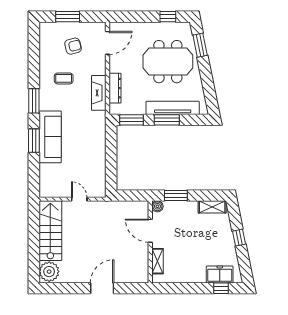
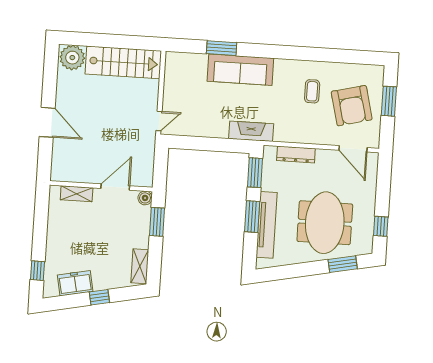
armchair: (73, 46) -> (352, 106), width x1.88, depth x1.88
fireplace: (99, 93) -> (251, 131), moved
window: (34, 101) -> (286, 52), removed
window: (34, 141) -> (222, 48), moved
door: (79, 199) -> (159, 121), moved
freezer: (220, 275) -> (75, 283), moved, turned -101

